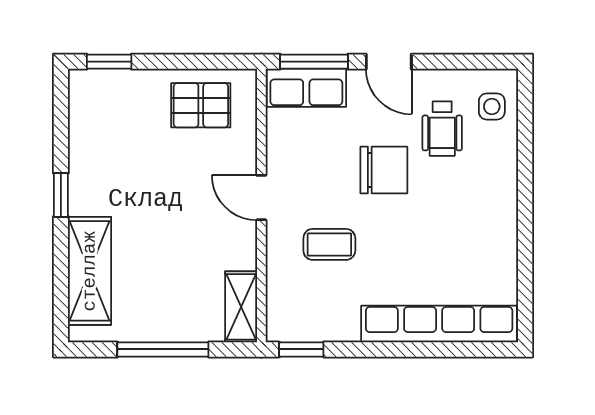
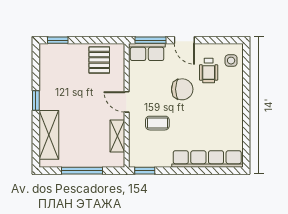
pallet: (201, 105) -> (99, 60), turned 90
shelving: (241, 307) -> (117, 136), moved

